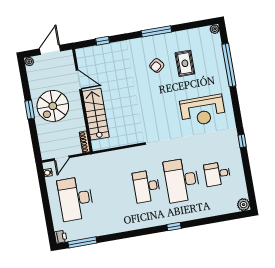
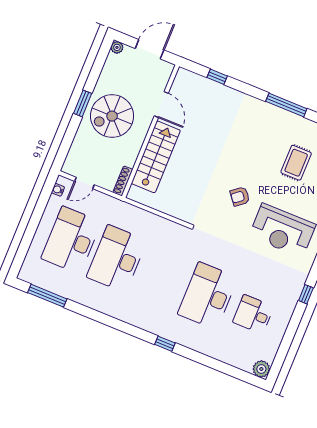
armchair: (157, 66) -> (240, 196), moved
desk: (147, 186) -> (117, 259), moved, width x1.36, depth x1.30
printer: (61, 237) -> (26, 273), removed

